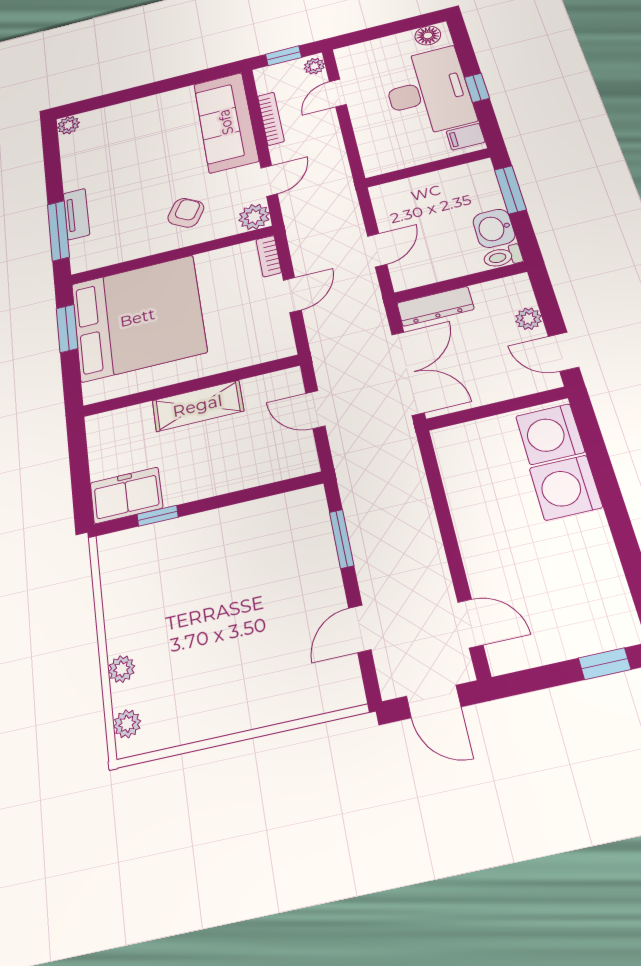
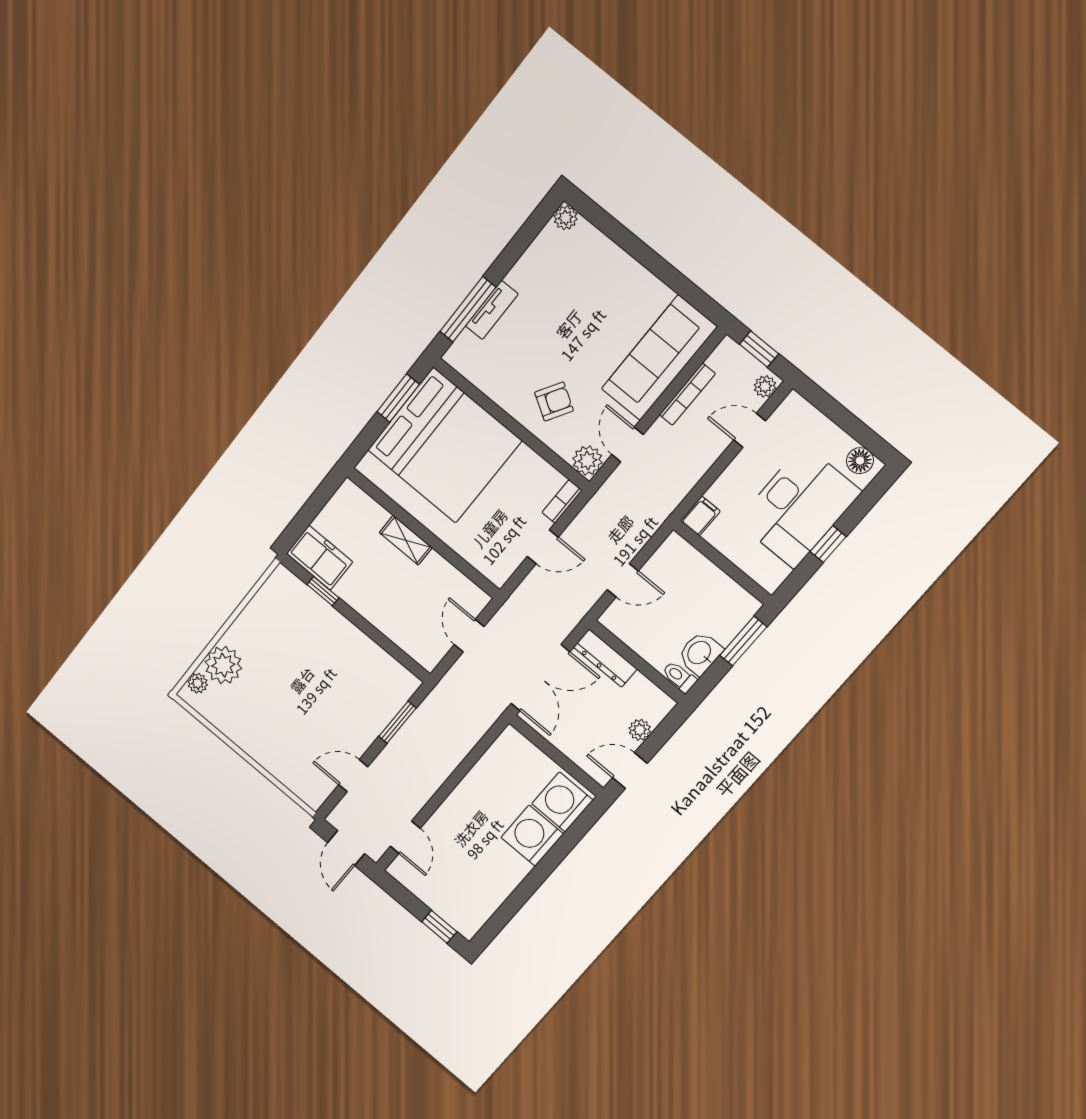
filing cabinet: (466, 137) -> (701, 516), moved, turned 90
door: (269, 181) -> (627, 444), swing flipped
door: (563, 352) -> (630, 771), hinge flipped
shelving: (198, 406) -> (406, 540), width x0.67, depth x0.75
plant: (122, 669) -> (223, 665), width x1.88, depth x1.88

